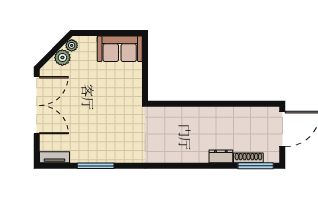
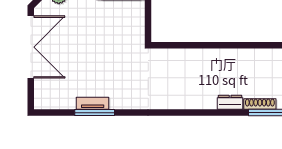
tv unit: (54, 157) -> (93, 103), moved

